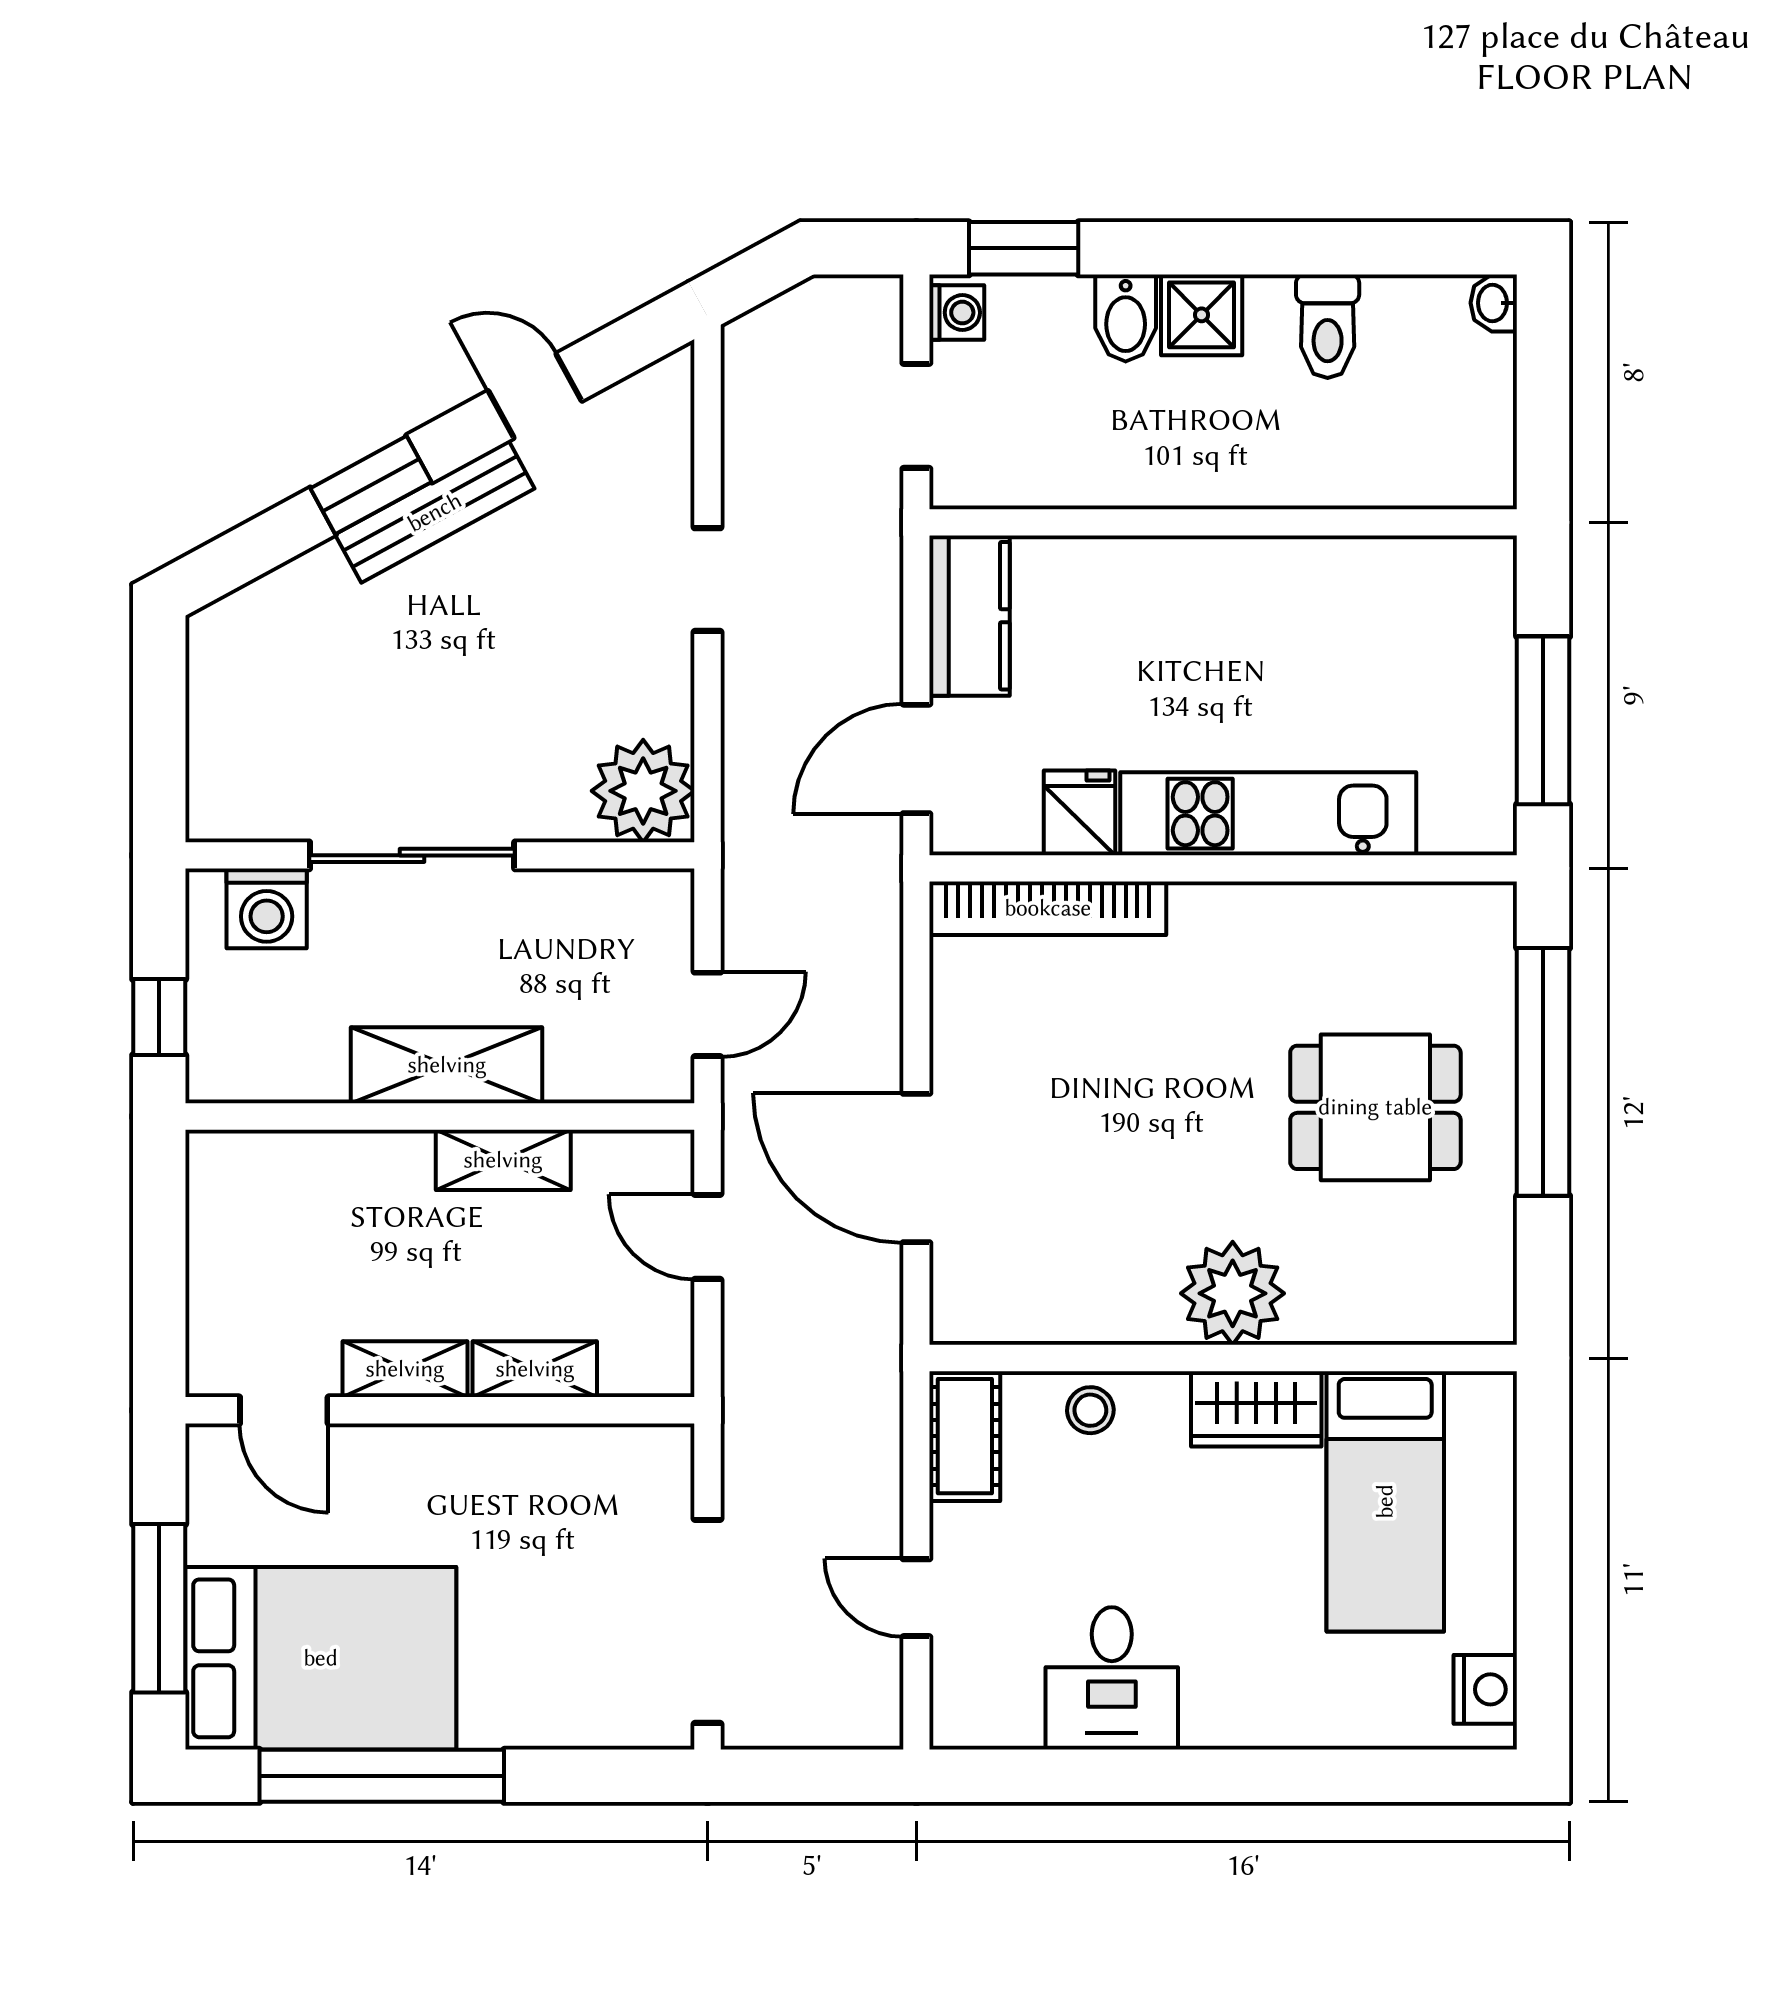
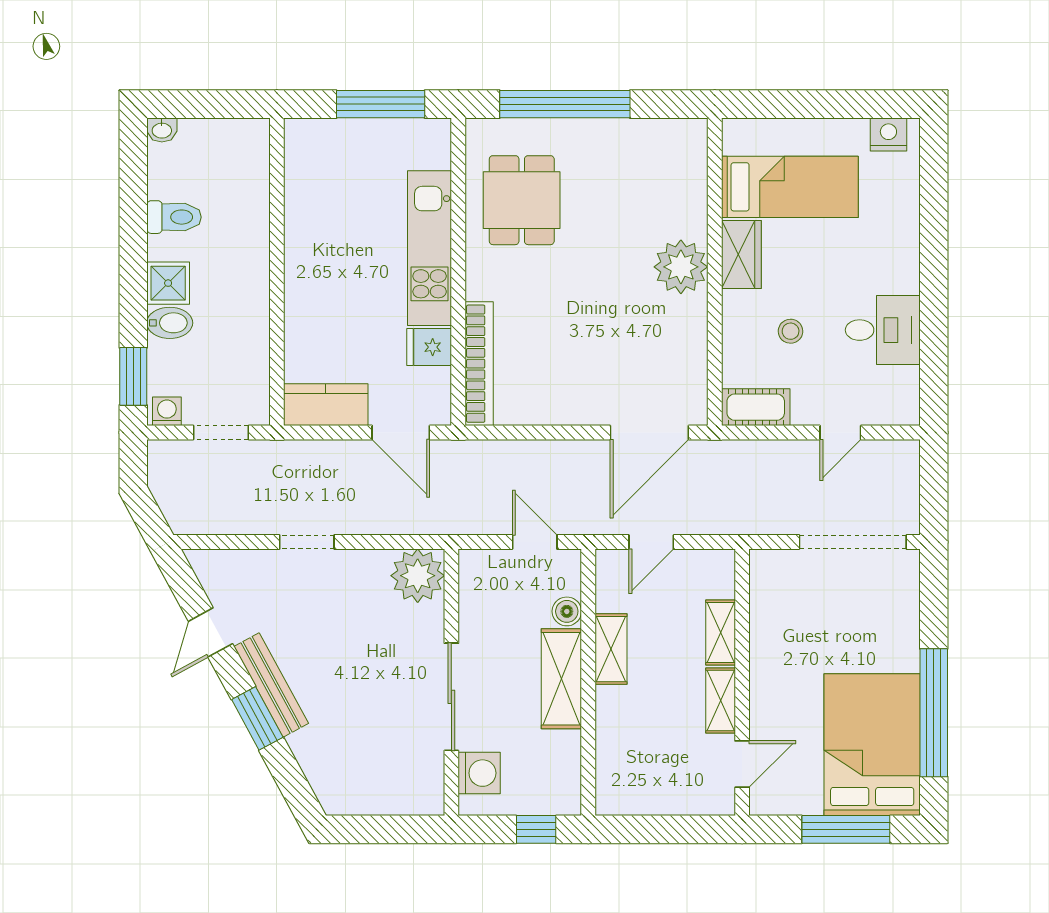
boiler: (575, 1076) -> (567, 611), added
dining table: (1375, 1107) -> (522, 200), moved
door: (916, 1168) -> (649, 433), moved
stool: (1090, 1410) -> (791, 331), moved

